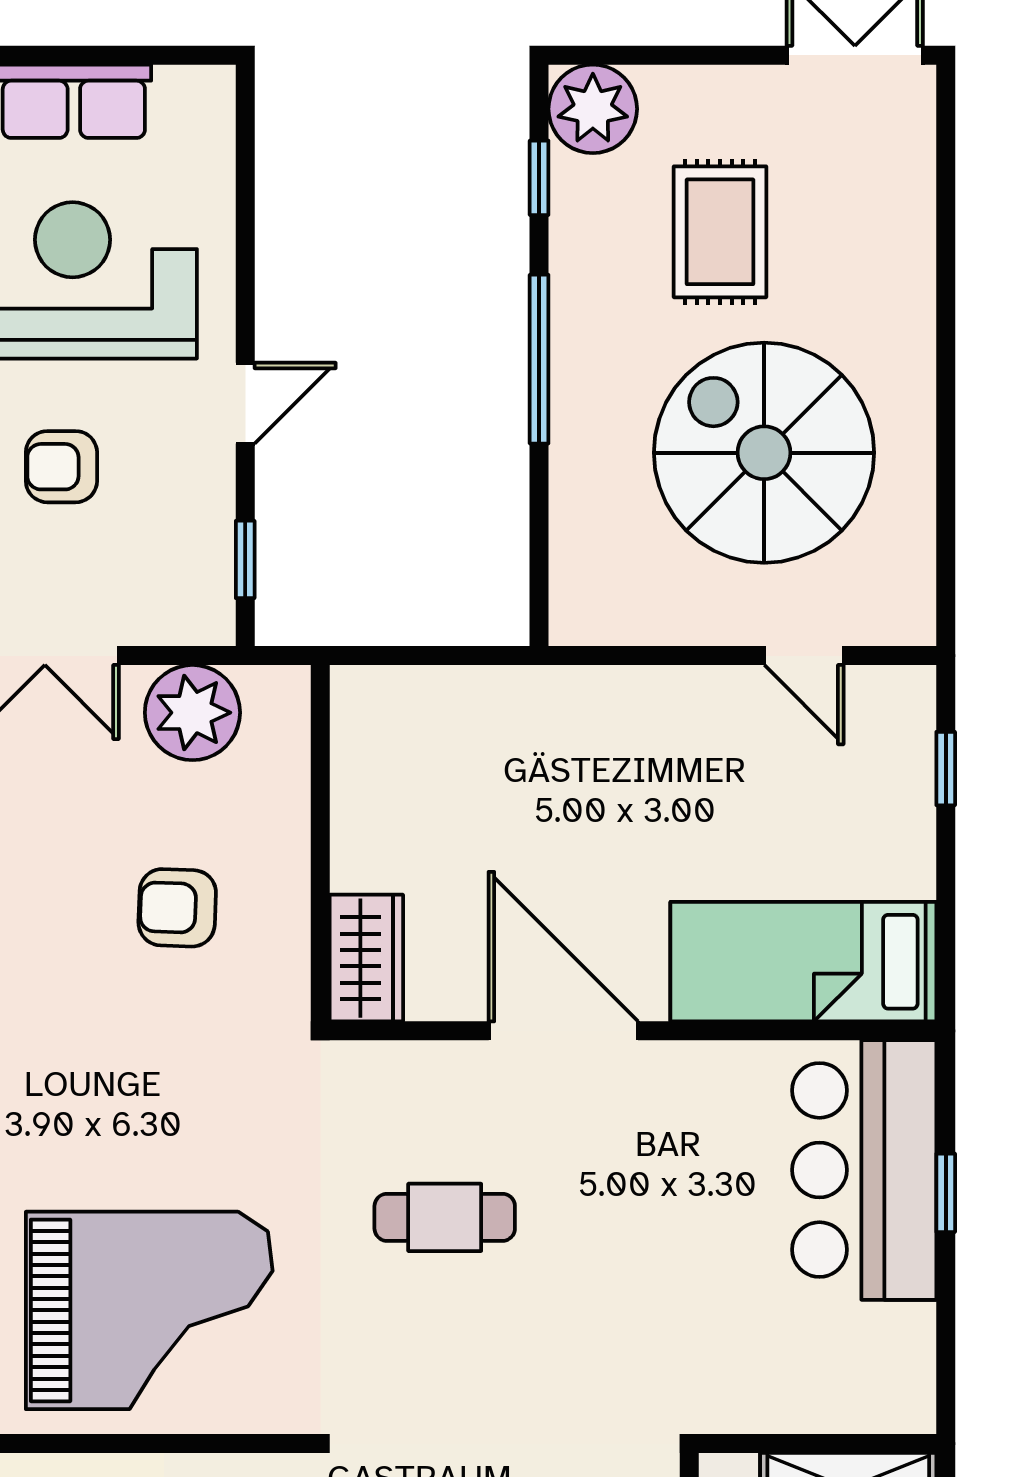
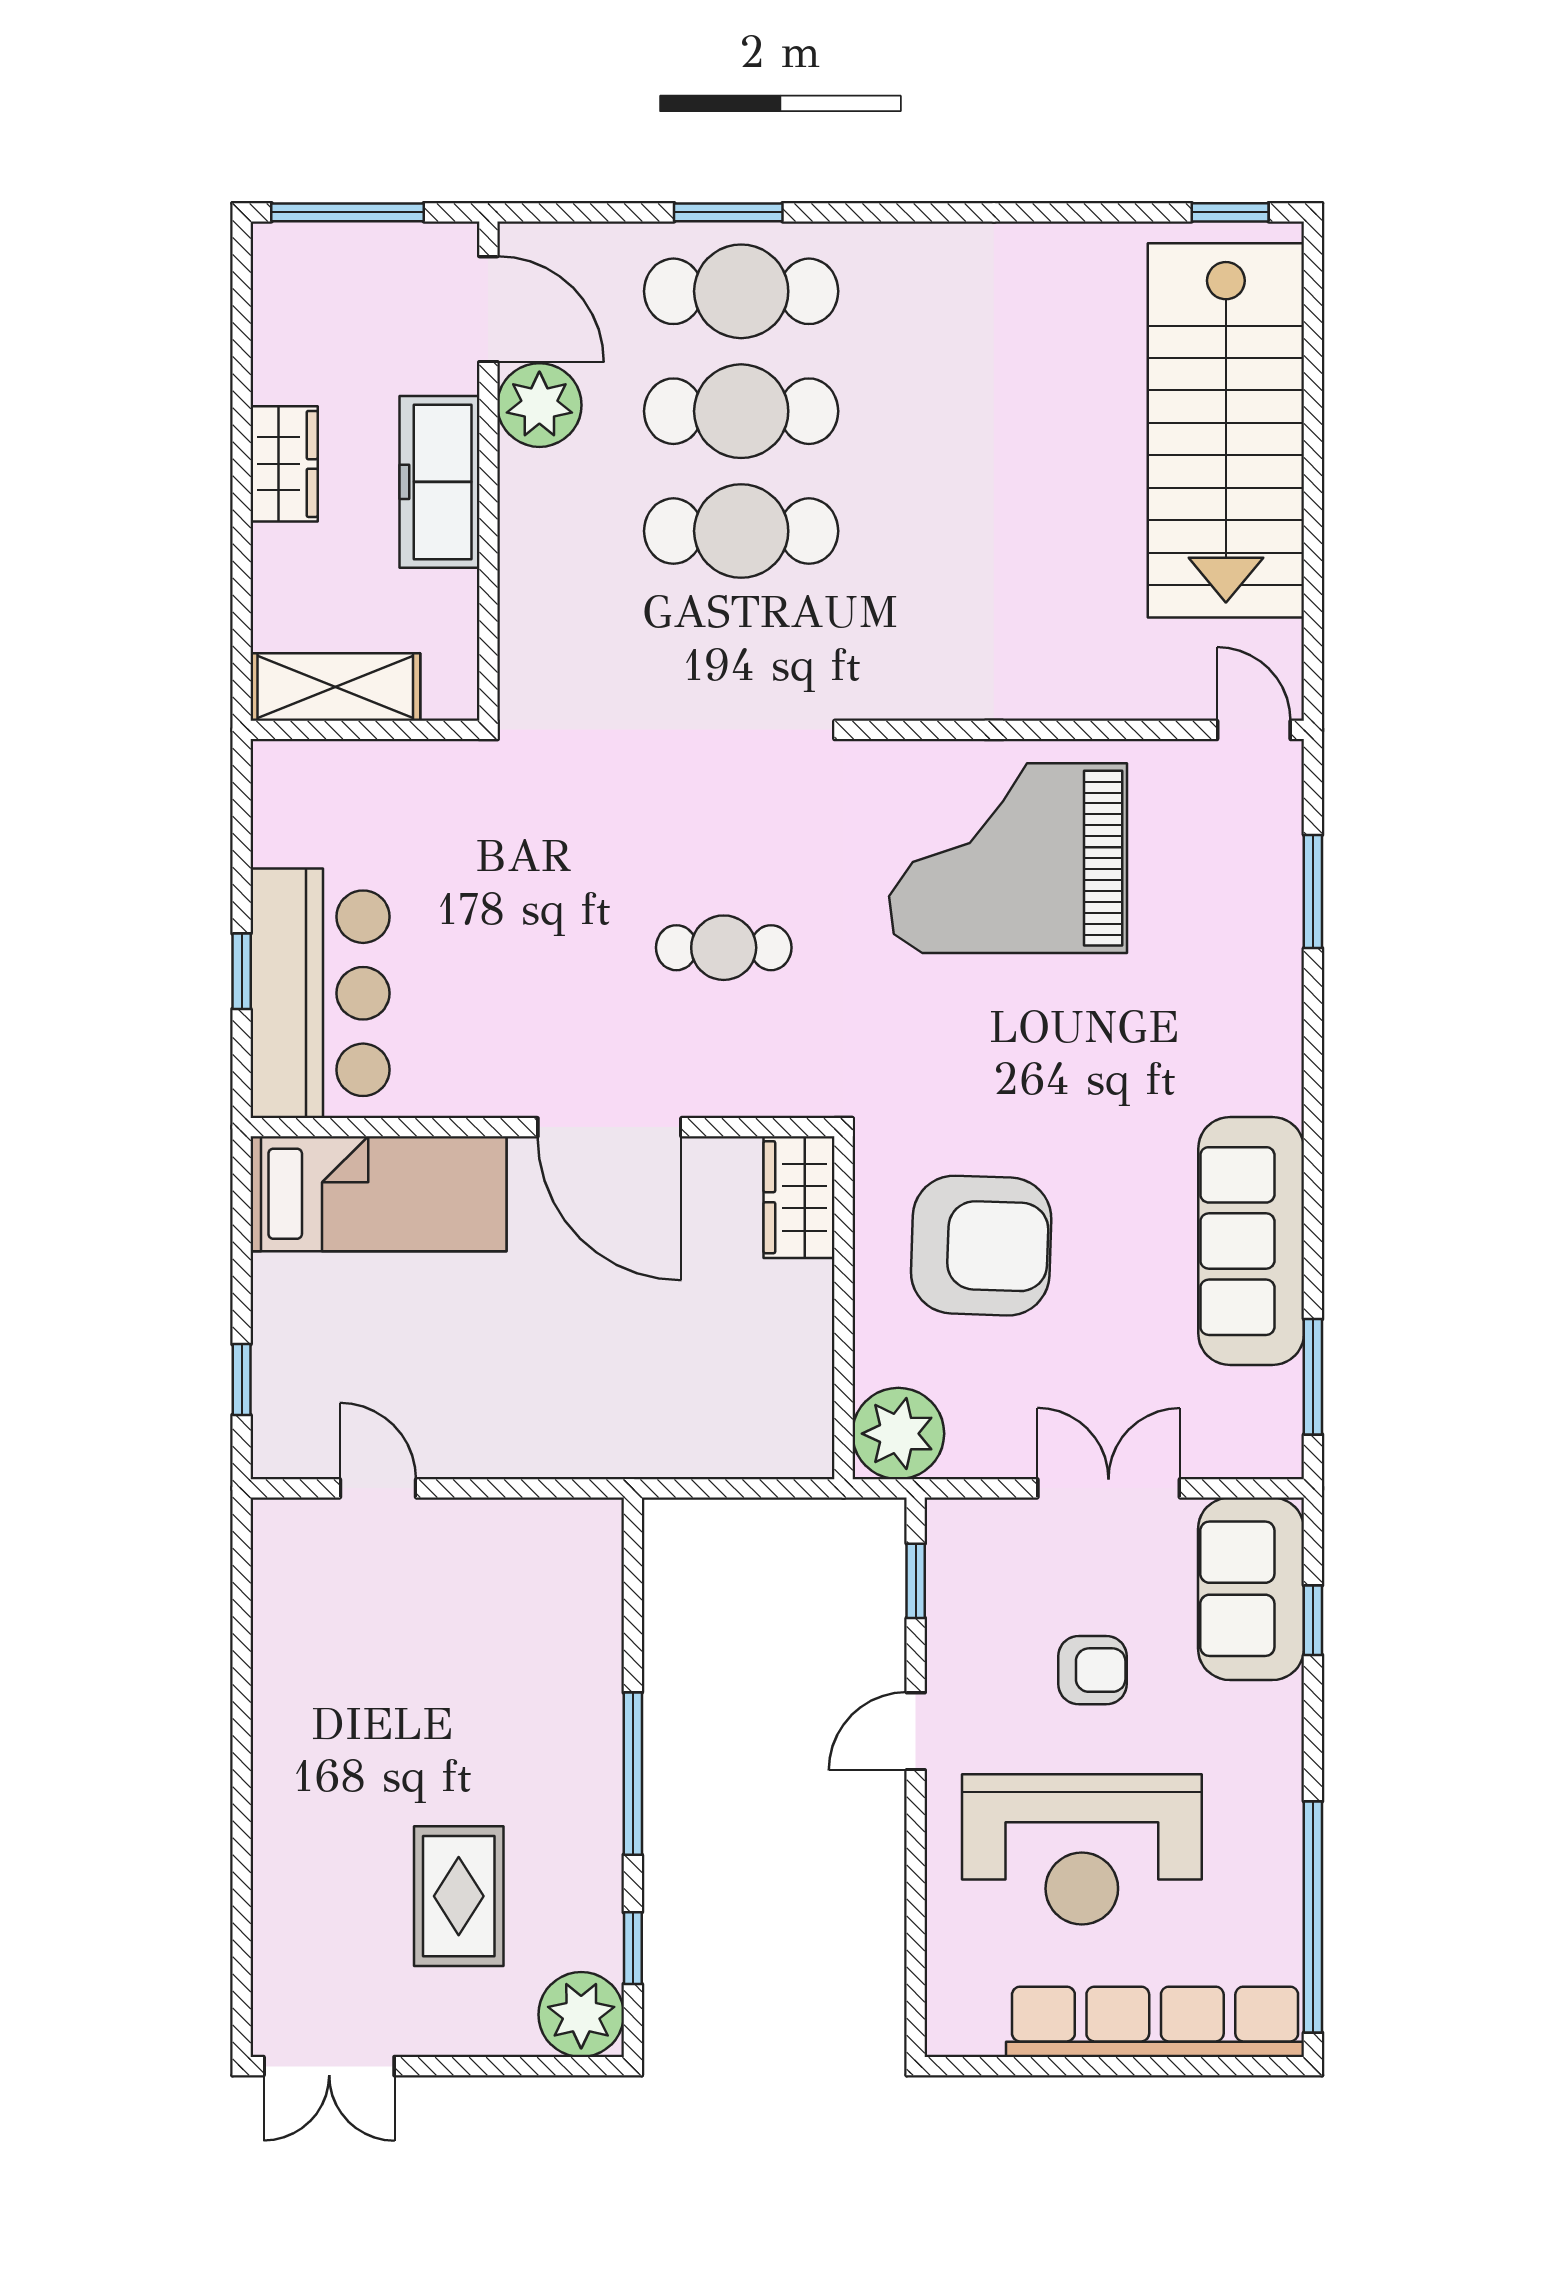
spiral stairs: (764, 453) -> (416, 1684), removed
plant: (192, 713) -> (898, 1434), moved
armchair: (177, 908) -> (981, 1246), width x1.88, depth x1.88

